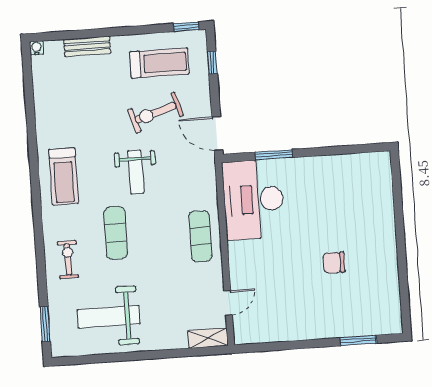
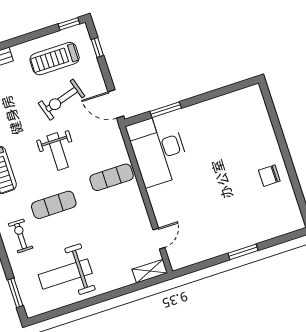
treadmill: (159, 63) -> (55, 59), turned 180
exercise mat: (116, 233) -> (54, 205), turned 90
exercise mat: (200, 236) -> (112, 177), moved, turned 90
chair: (334, 263) -> (269, 176), moved
window: (358, 340) -> (243, 252), moved

